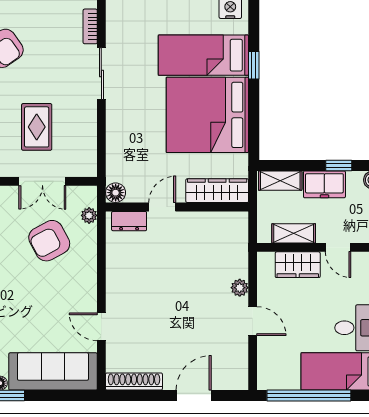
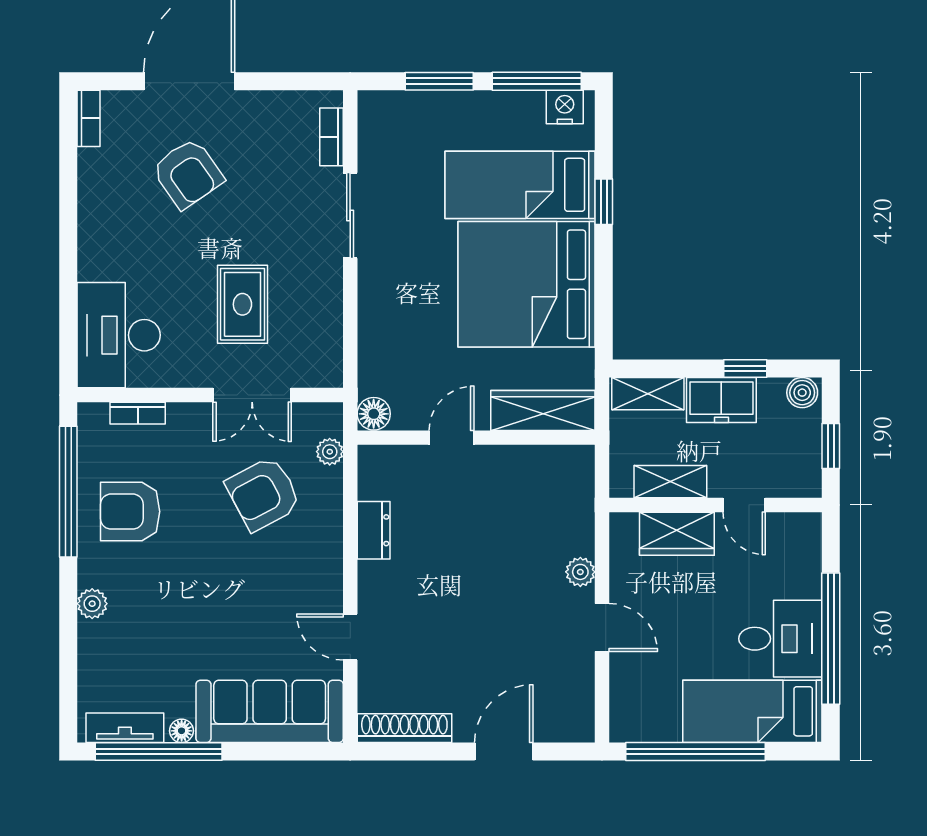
dresser: (129, 221) -> (374, 530), moved, turned -90

